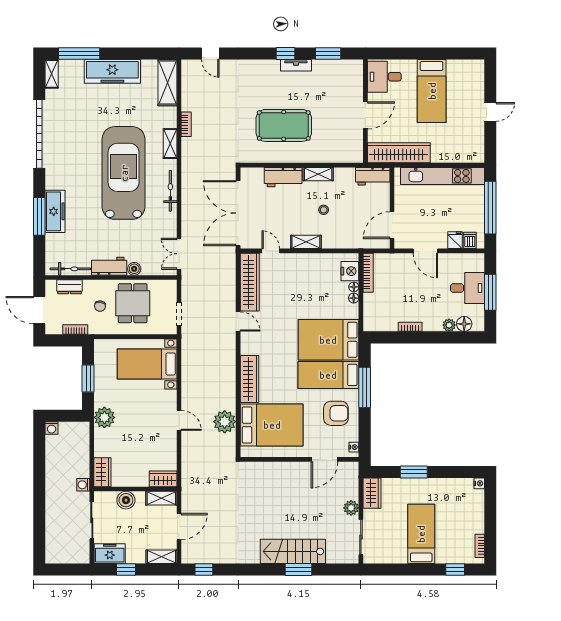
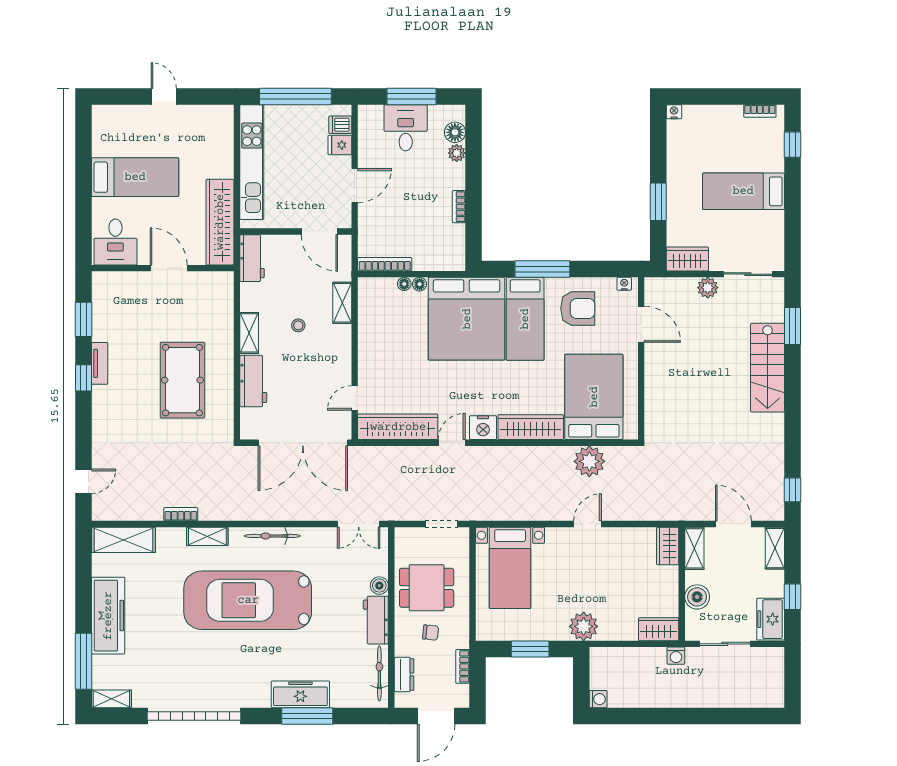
shelving: (306, 242) -> (342, 303), moved
nightstand: (350, 271) -> (483, 428), moved, turned 180
bed: (328, 340) -> (467, 319), width x1.36
armchair: (336, 413) -> (578, 308), turned 90
window: (298, 570) -> (792, 326), moved

